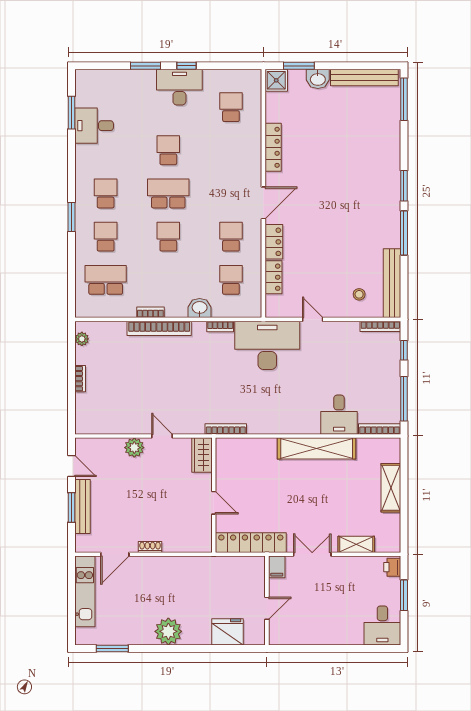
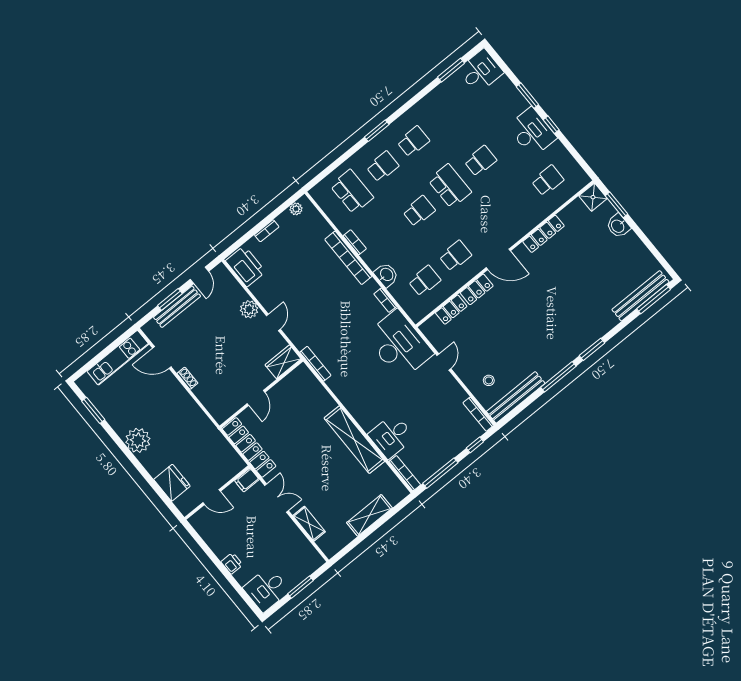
bench: (364, 78) -> (641, 296), moved, turned 90
desk: (94, 126) -> (481, 71), moved, turned 90
printer: (96, 421) -> (246, 266), added
printer: (392, 567) -> (232, 563), moved, turned 90

